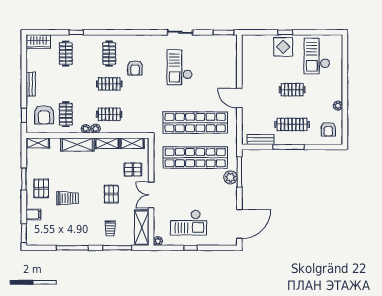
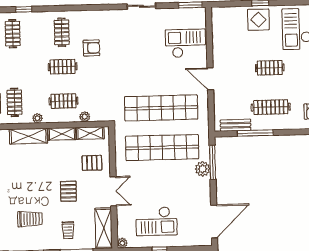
checkout: (180, 67) -> (186, 43), moved, turned 90
armchair: (135, 68) -> (91, 48), turned -90
plant: (96, 129) -> (85, 117), moved
window: (289, 147) -> (255, 133), moved
double door: (151, 195) -> (113, 191), swing flipped
trolley: (68, 198) -> (30, 219), moved

